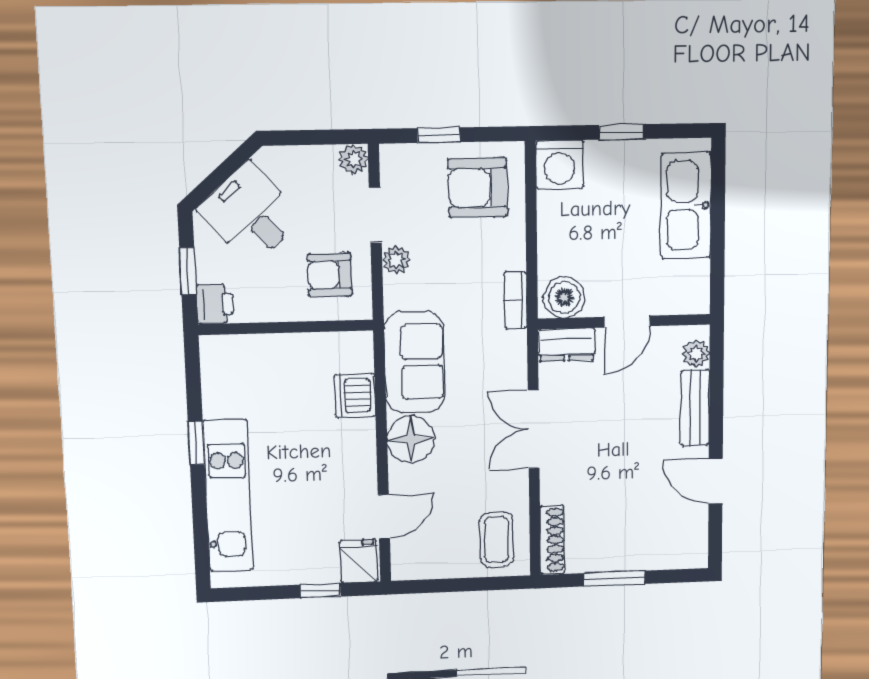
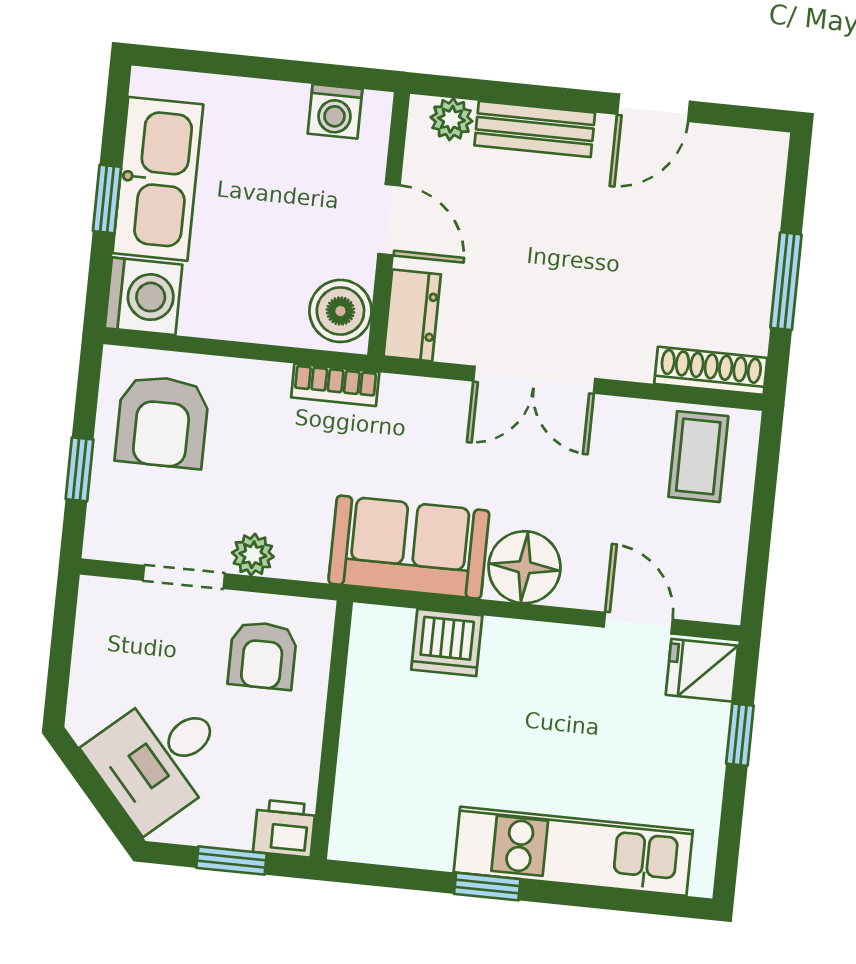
plant: (353, 159) -> (99, 598), removed
kitchen sink: (686, 205) -> (158, 179), moved, turned -90
washing machine: (694, 277) -> (335, 111), added
coffee table: (496, 540) -> (698, 457), turned 90

